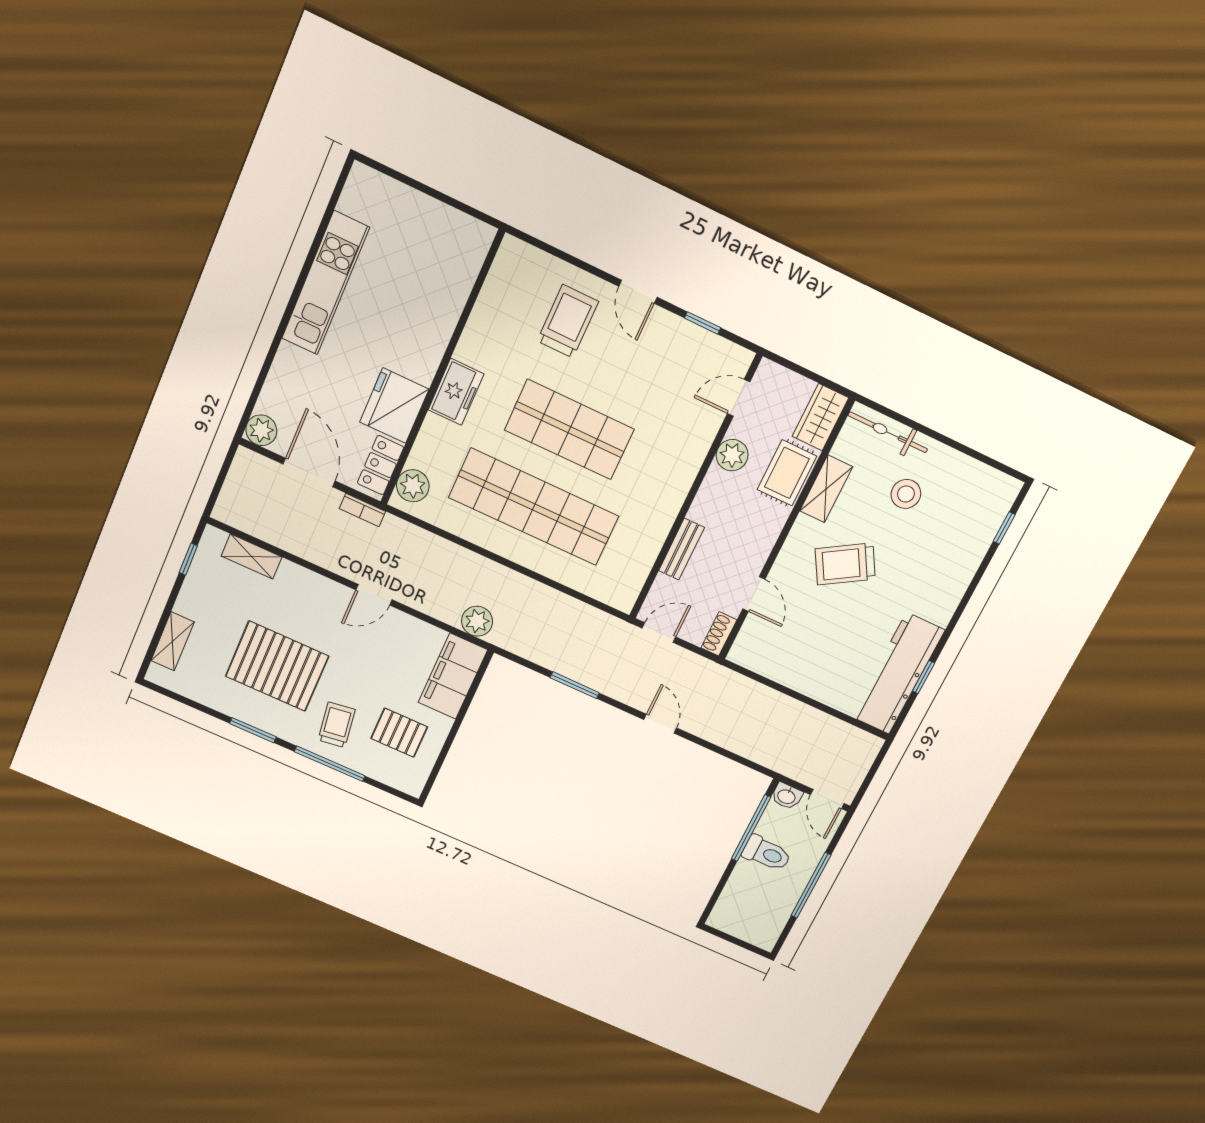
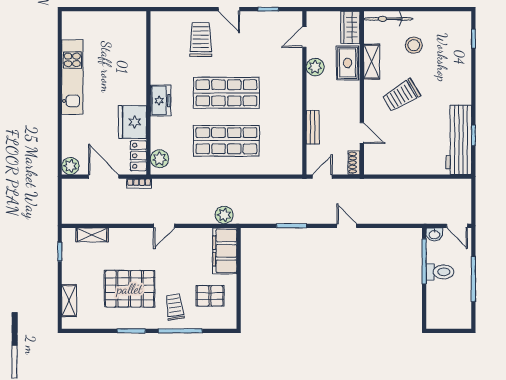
shop shelf: (534, 507) -> (226, 141), width x0.71

